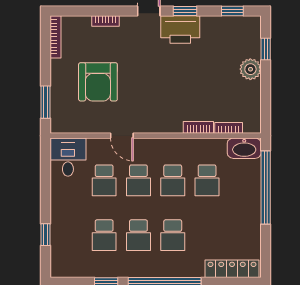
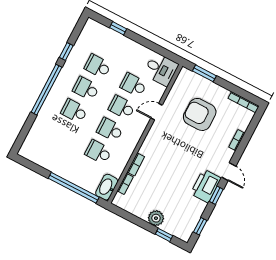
locker: (232, 269) -> (32, 138), removed

